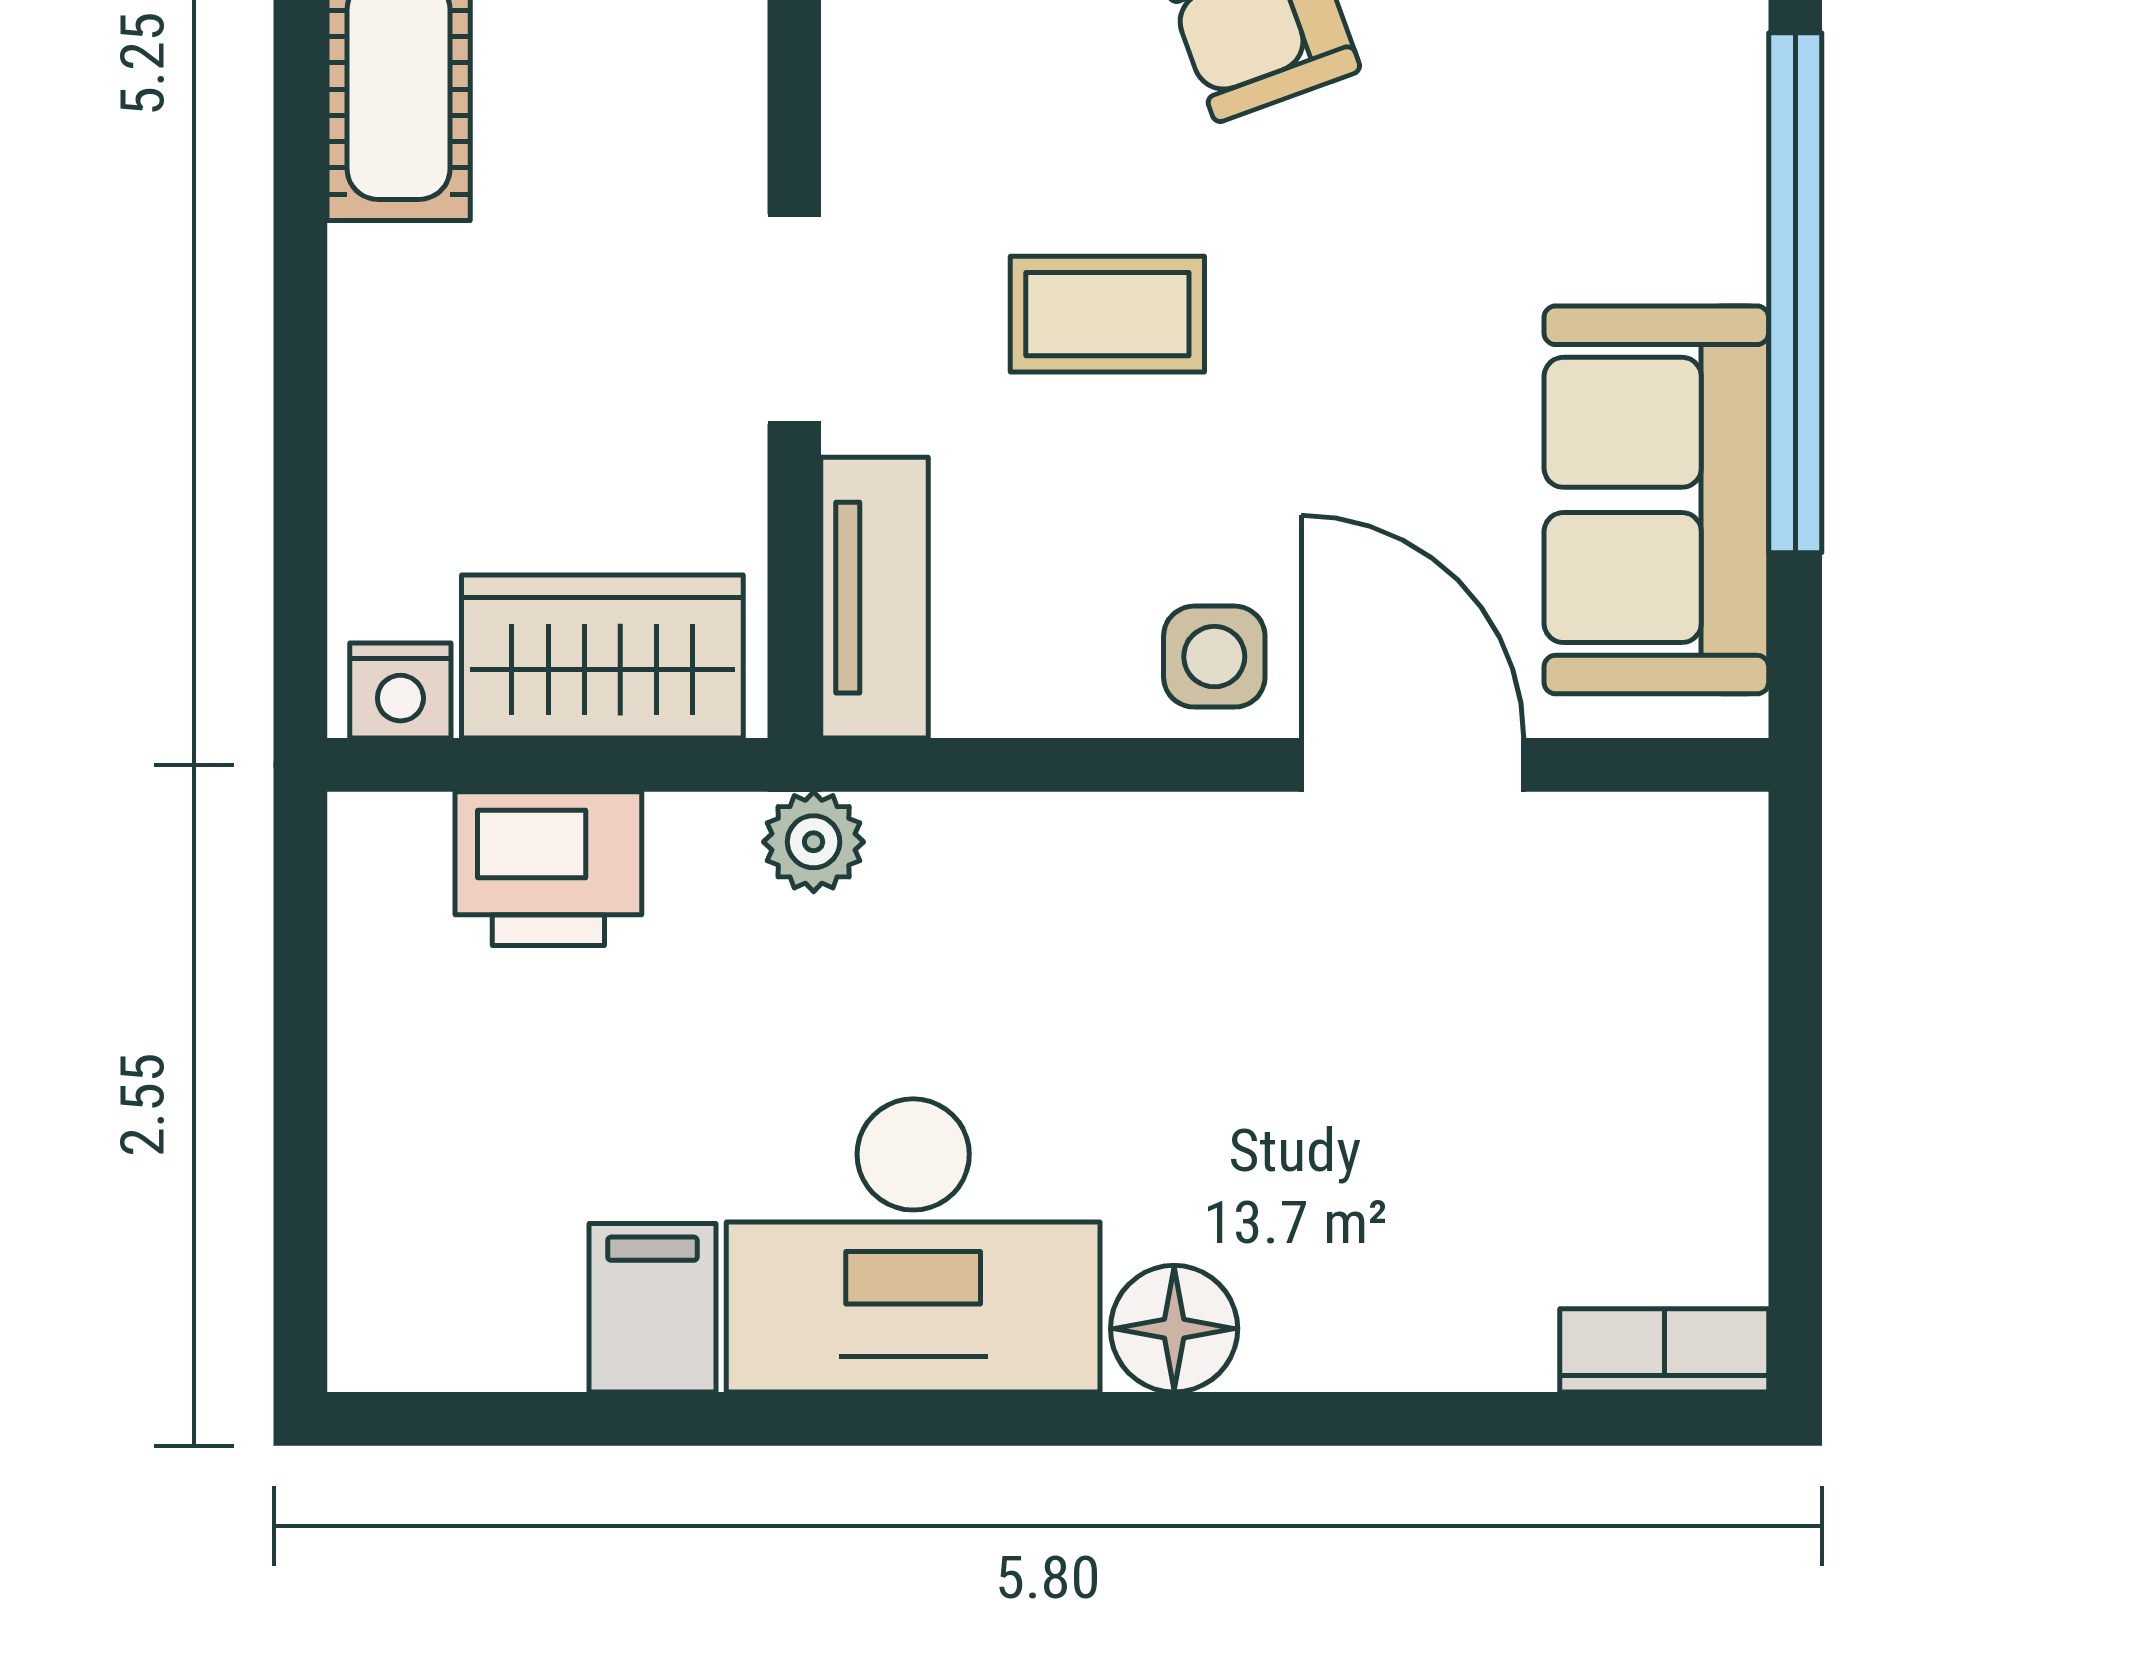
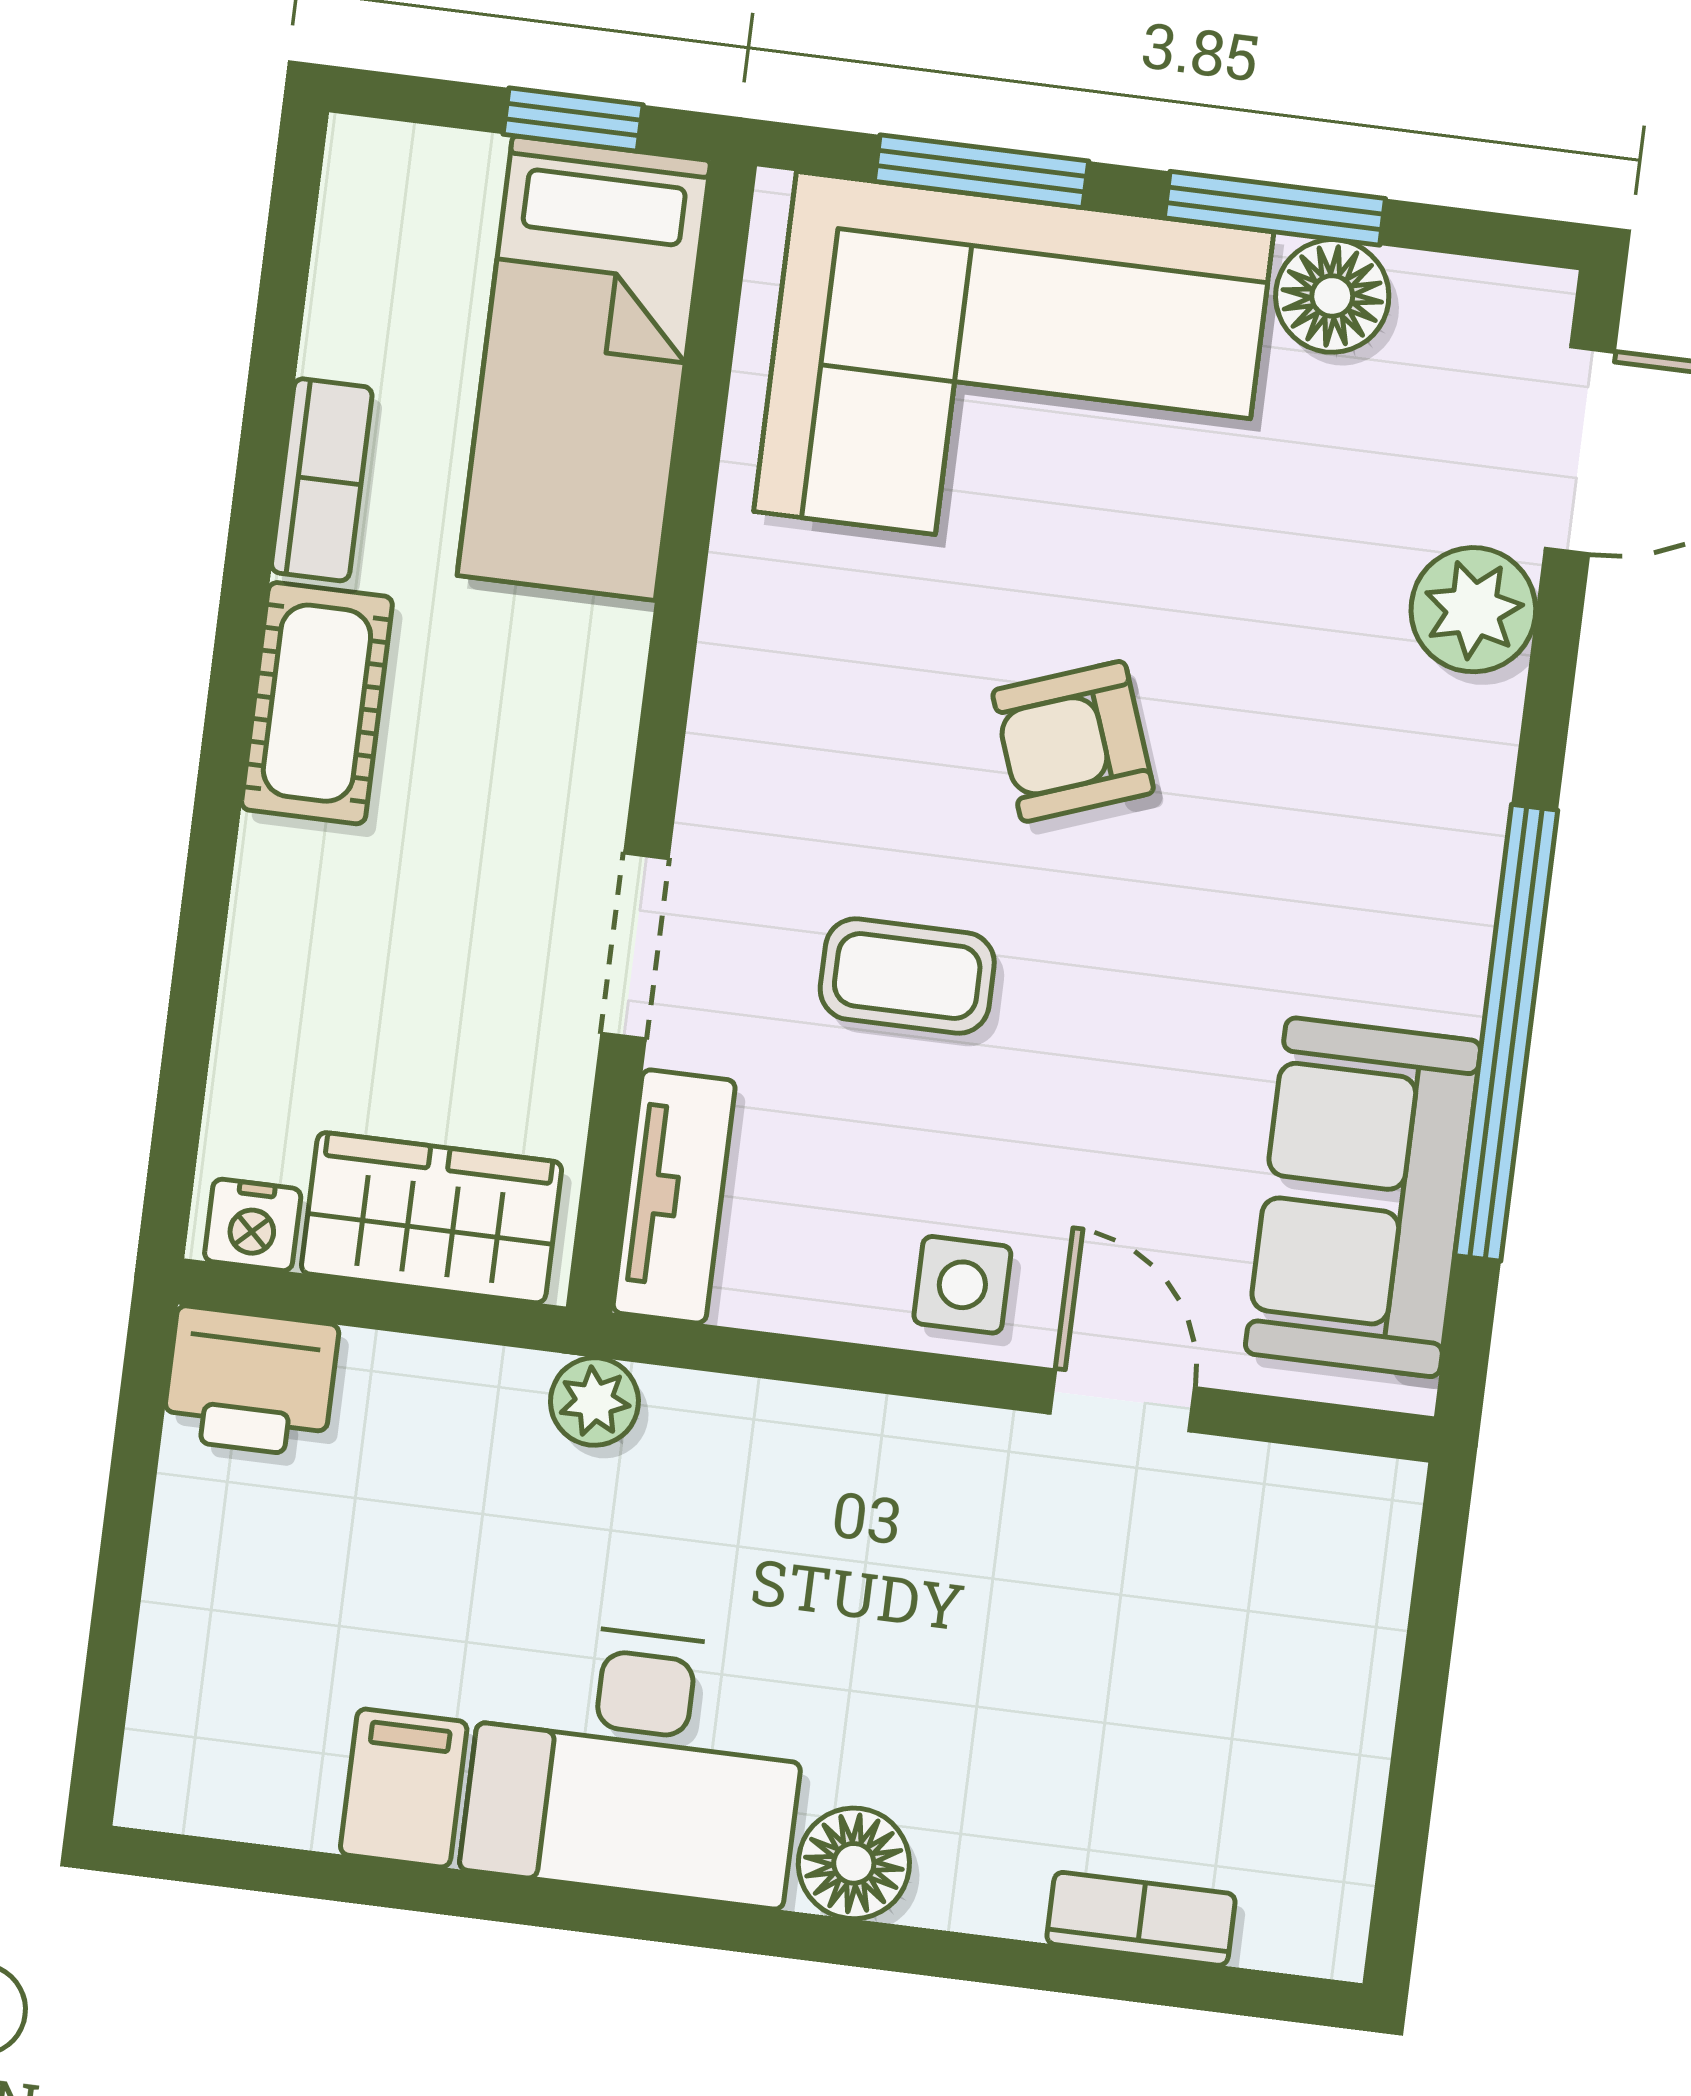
door: (1412, 765) -> (1122, 1400), width x0.73
printer: (548, 869) -> (250, 1382), moved
bookcase: (1664, 1350) -> (1141, 1919), moved

